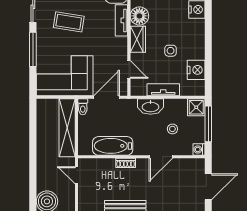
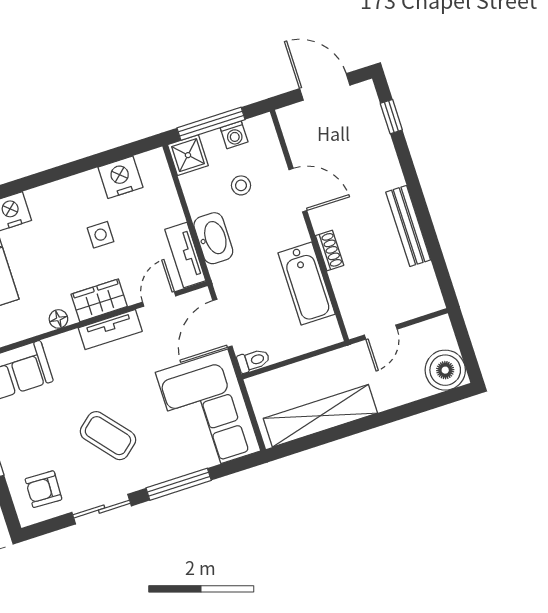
floor lamp: (139, 16) -> (58, 319), width x0.53, depth x0.53
tv unit: (121, 20) -> (110, 330), moved
coffee table: (69, 22) -> (108, 436), turned -49
tv unit: (163, 90) -> (185, 255), moved
door: (106, 97) -> (222, 323), hinge flipped
shelving: (67, 128) -> (320, 416), moved
washing machine: (199, 149) -> (234, 135), moved

